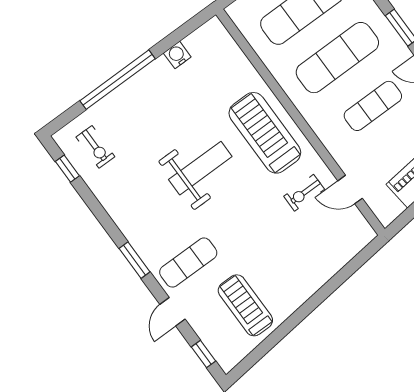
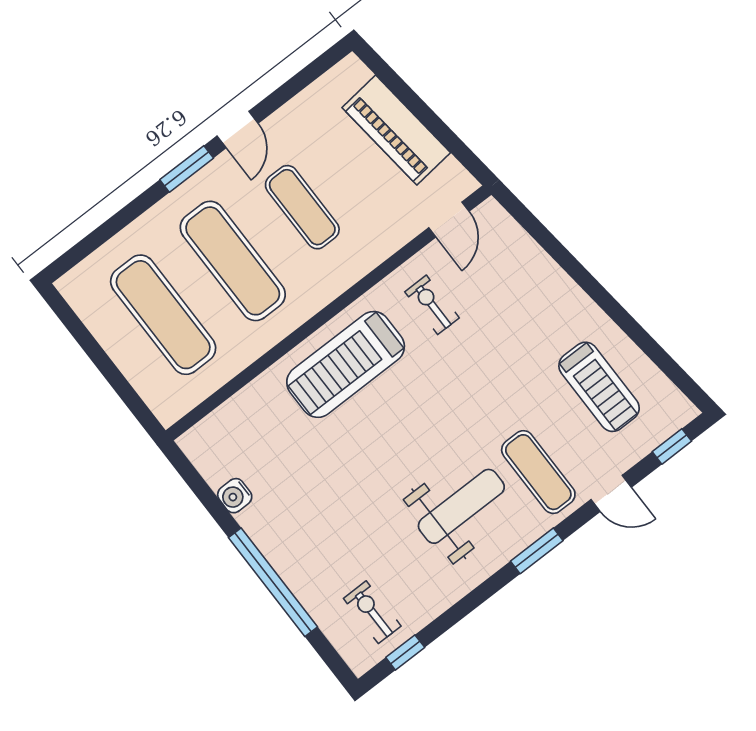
exercise bike: (95, 147) -> (372, 612), turned -90
weight bench: (200, 168) -> (461, 506), moved, turned 90
door: (350, 190) -> (449, 220), moved
exercise bike: (304, 193) -> (432, 305), turned 180
treadmill: (245, 305) -> (599, 387), turned -90

